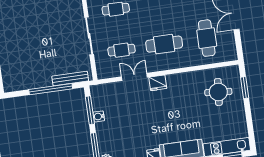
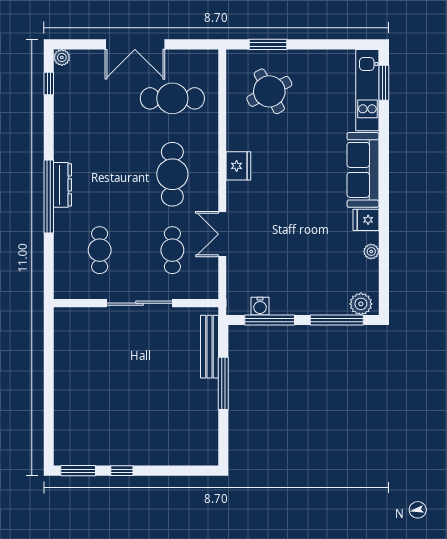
fridge: (158, 83) -> (238, 166), moved
window: (51, 89) -> (223, 383), width x0.68
round table: (218, 92) -> (269, 91), turned -33
water cooler: (99, 116) -> (260, 306), moved

